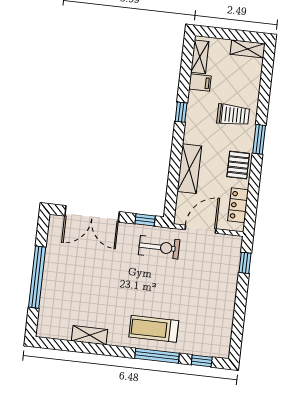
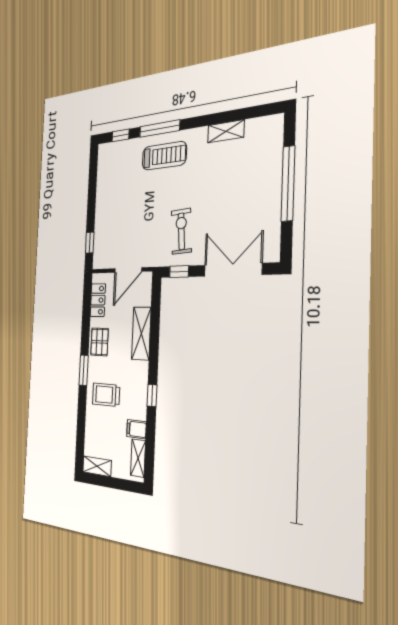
exercise bike: (159, 247) -> (181, 231), moved, turned 86

